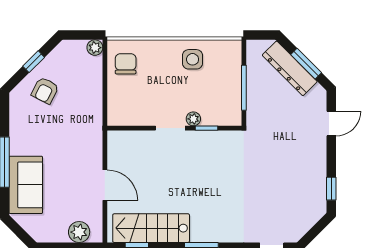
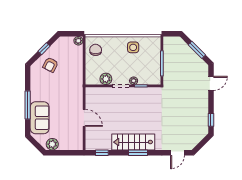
dresser: (290, 68) -> (188, 52), removed
plant: (144, 116) -> (106, 79), added
stairs: (151, 228) -> (133, 142), moved
plant: (79, 232) -> (52, 144), moved

